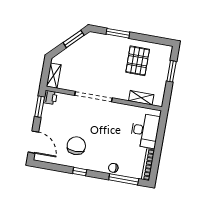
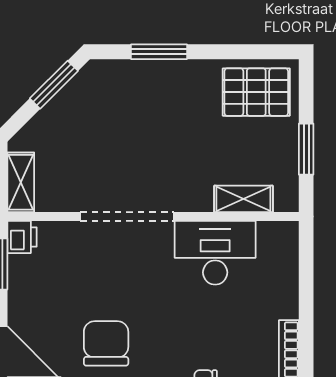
pallet: (138, 61) -> (256, 92), moved, turned 90
window: (172, 71) -> (306, 149), moved
desk: (145, 131) -> (215, 253), moved, turned -90

